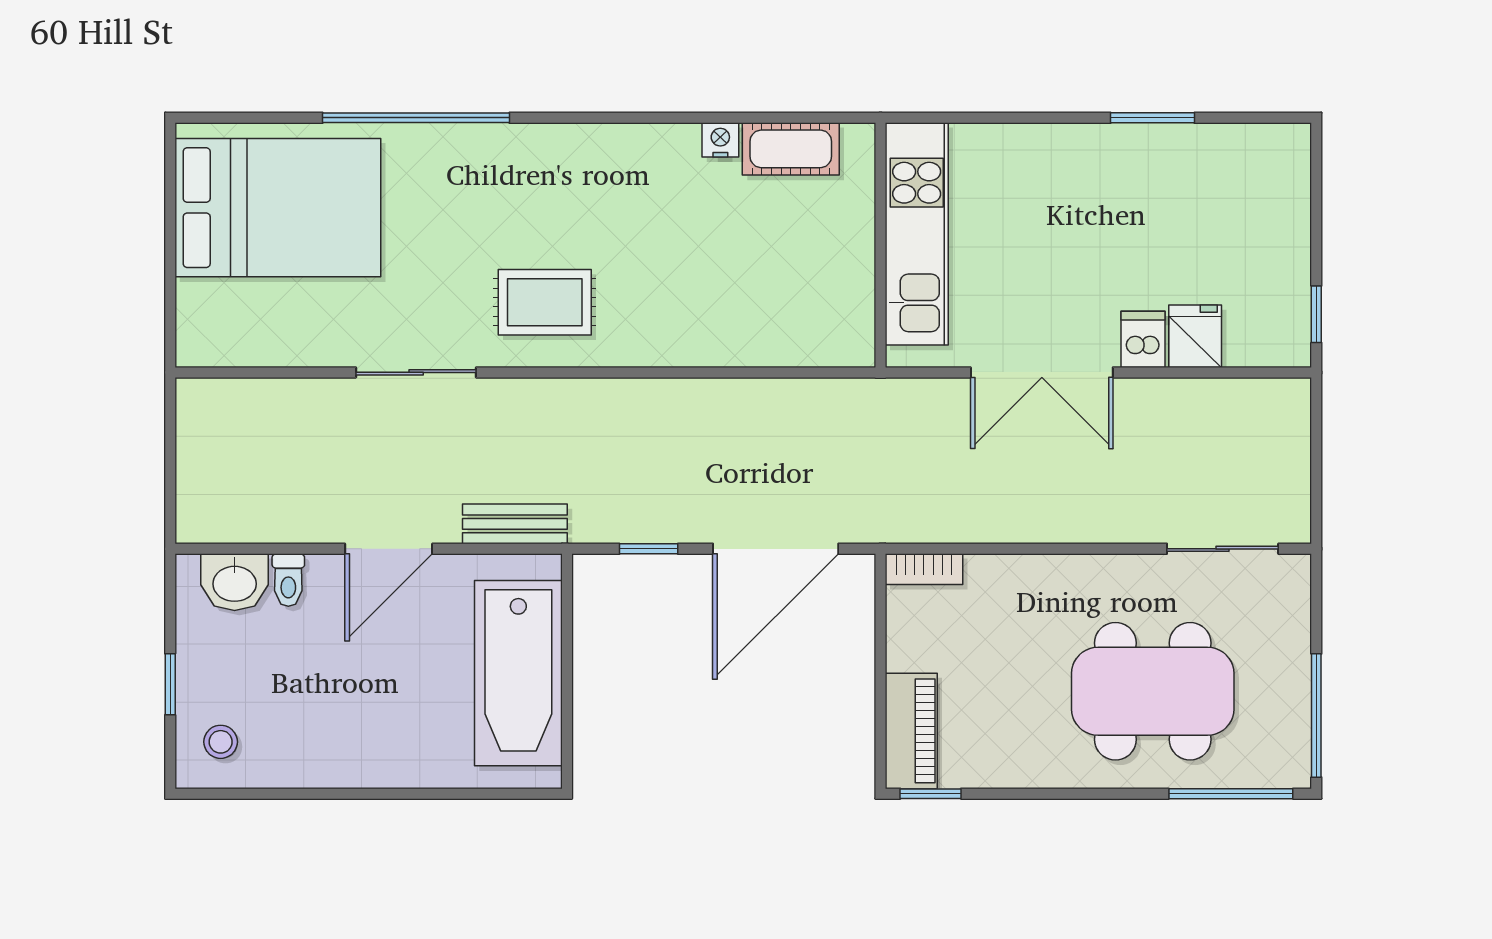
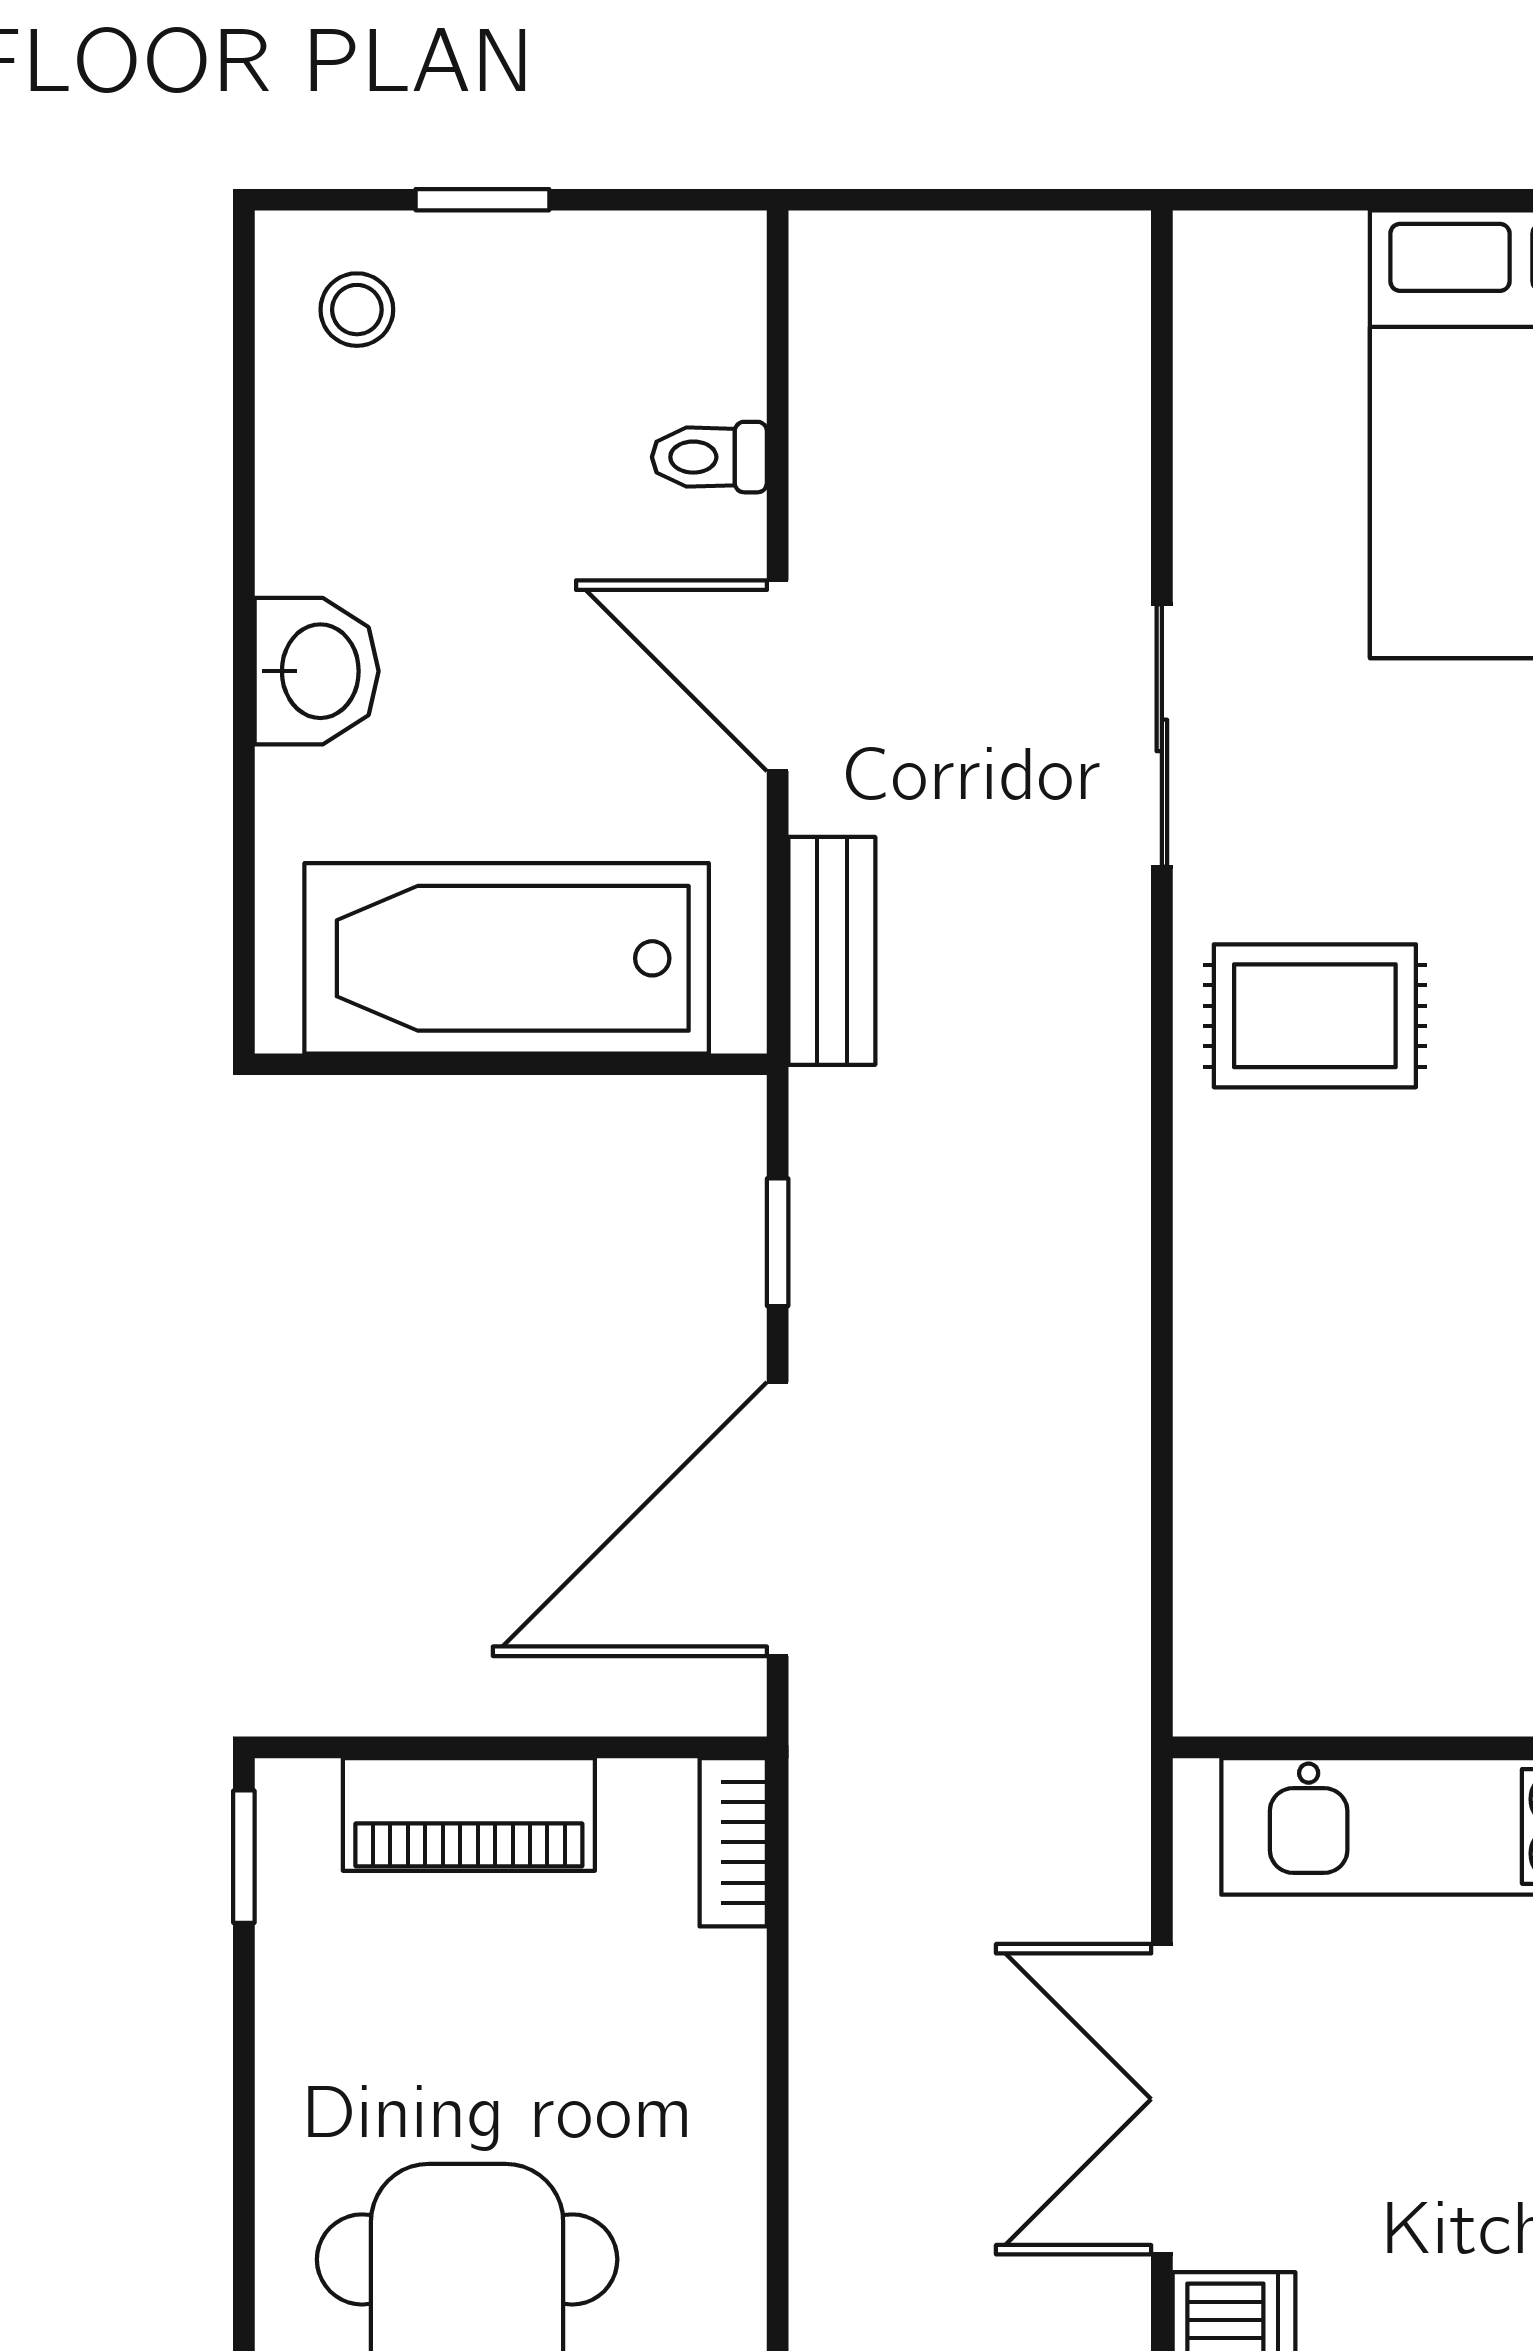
rug: (545, 302) -> (1315, 1016), turned 90
door: (776, 549) -> (778, 1519), hinge flipped
washbasin: (235, 582) -> (317, 671), moved, turned 180
piano: (911, 731) -> (469, 1814), moved

